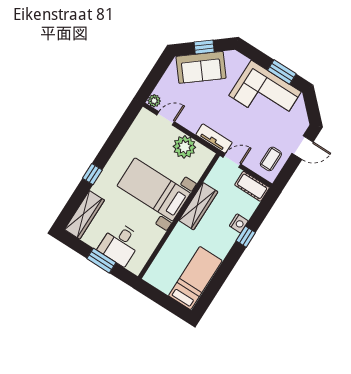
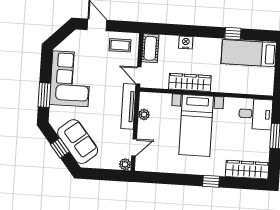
window: (282, 72) -> (44, 95), moved
door: (166, 118) -> (134, 147), swing flipped
tv unit: (214, 139) -> (128, 106), width x1.41
plant: (184, 147) -> (144, 115), width x0.53, depth x0.53
window: (246, 237) -> (233, 34), moved
desk: (120, 244) -> (256, 114), moved

